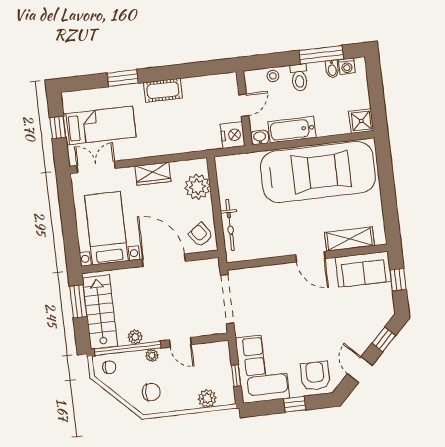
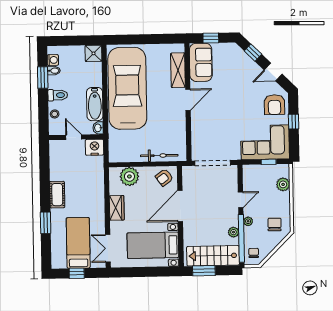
window: (321, 55) -> (43, 77), width x0.69
armchair: (315, 376) -> (274, 105), turned -90

